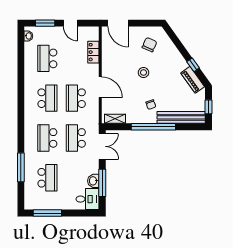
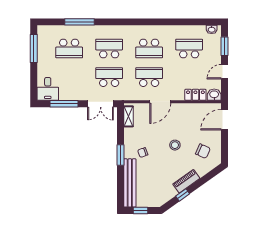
piano: (193, 80) -> (186, 181), moved
window: (153, 127) -> (120, 155), width x0.47
washbasin: (93, 181) -> (214, 95), moved

